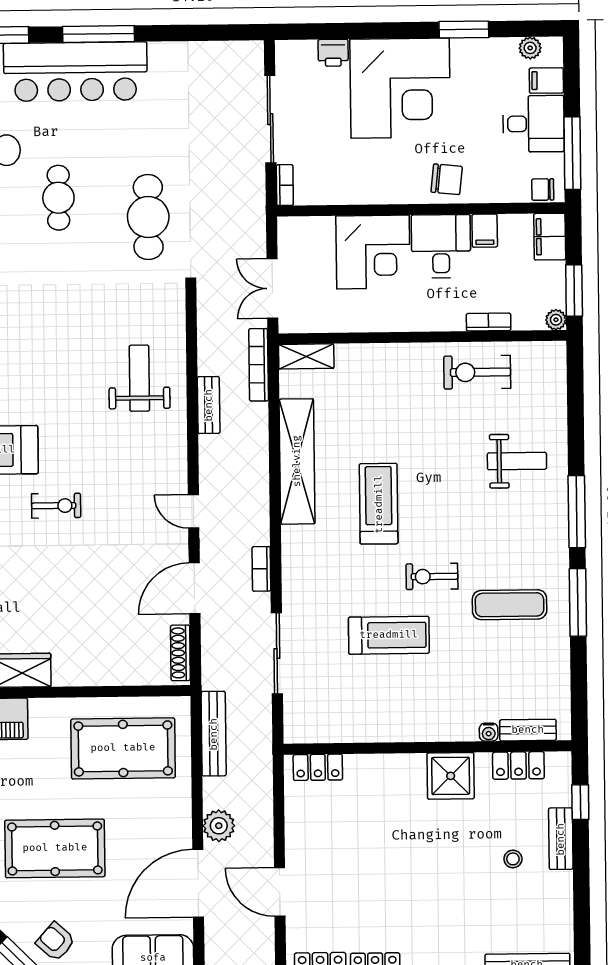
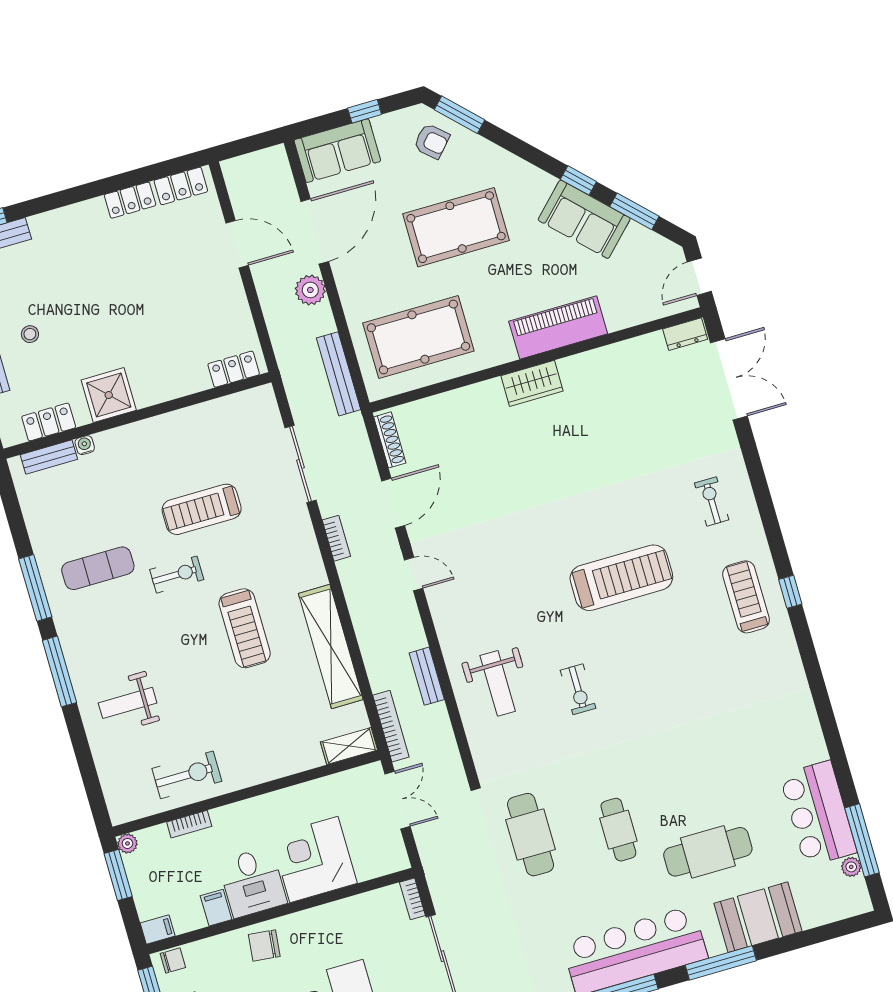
filing cabinet: (550, 237) -> (158, 929), width x0.50
exercise bike: (56, 506) -> (578, 689), moved, turned -90

